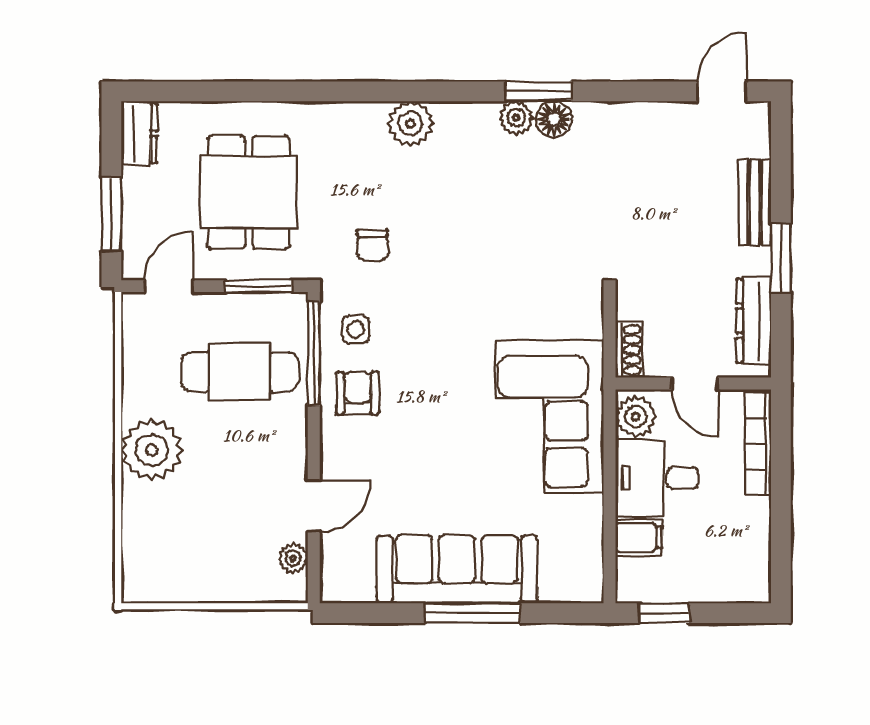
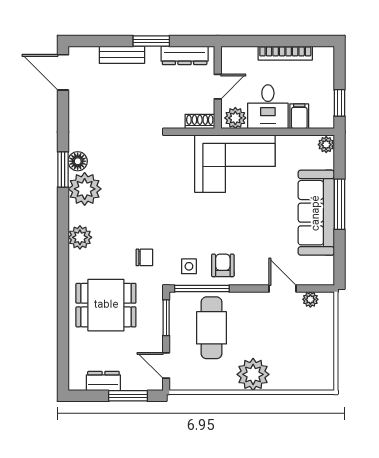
door: (722, 91) -> (63, 72), width x1.38
plant: (516, 118) -> (85, 189), width x1.88, depth x1.88
dresser: (139, 133) -> (103, 381), moved
dining table: (249, 192) -> (106, 305), moved
armchair: (357, 393) -> (223, 265), turned 90
bookcase: (758, 444) -> (285, 53), moved
plant: (585, 588) -> (326, 145), added

